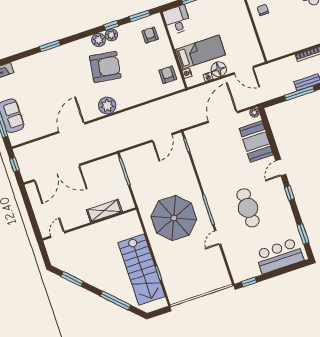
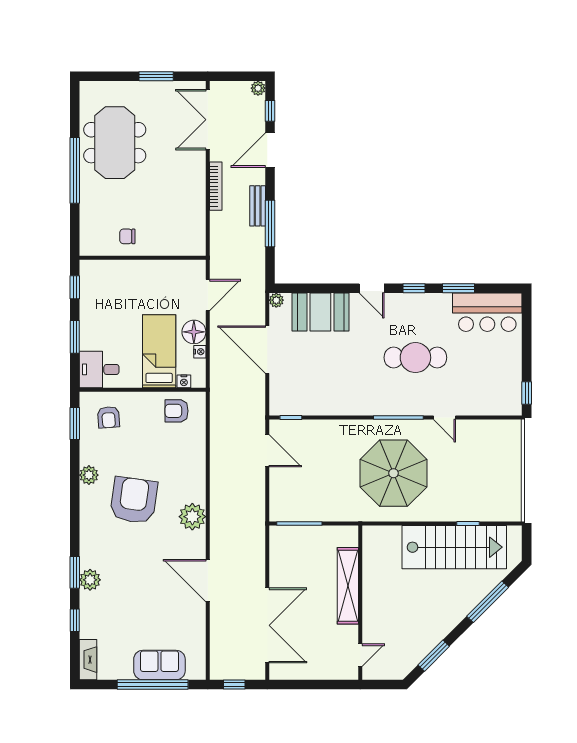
window: (111, 25) -> (75, 620), moved
armchair: (150, 35) -> (108, 417), turned -94
plant: (99, 40) -> (90, 580), moved
shelving: (104, 211) -> (348, 586), width x1.47
window: (303, 234) -> (458, 288), moved
door: (58, 235) -> (360, 655), swing flipped
bar counter: (279, 256) -> (487, 312), moved, turned -90

